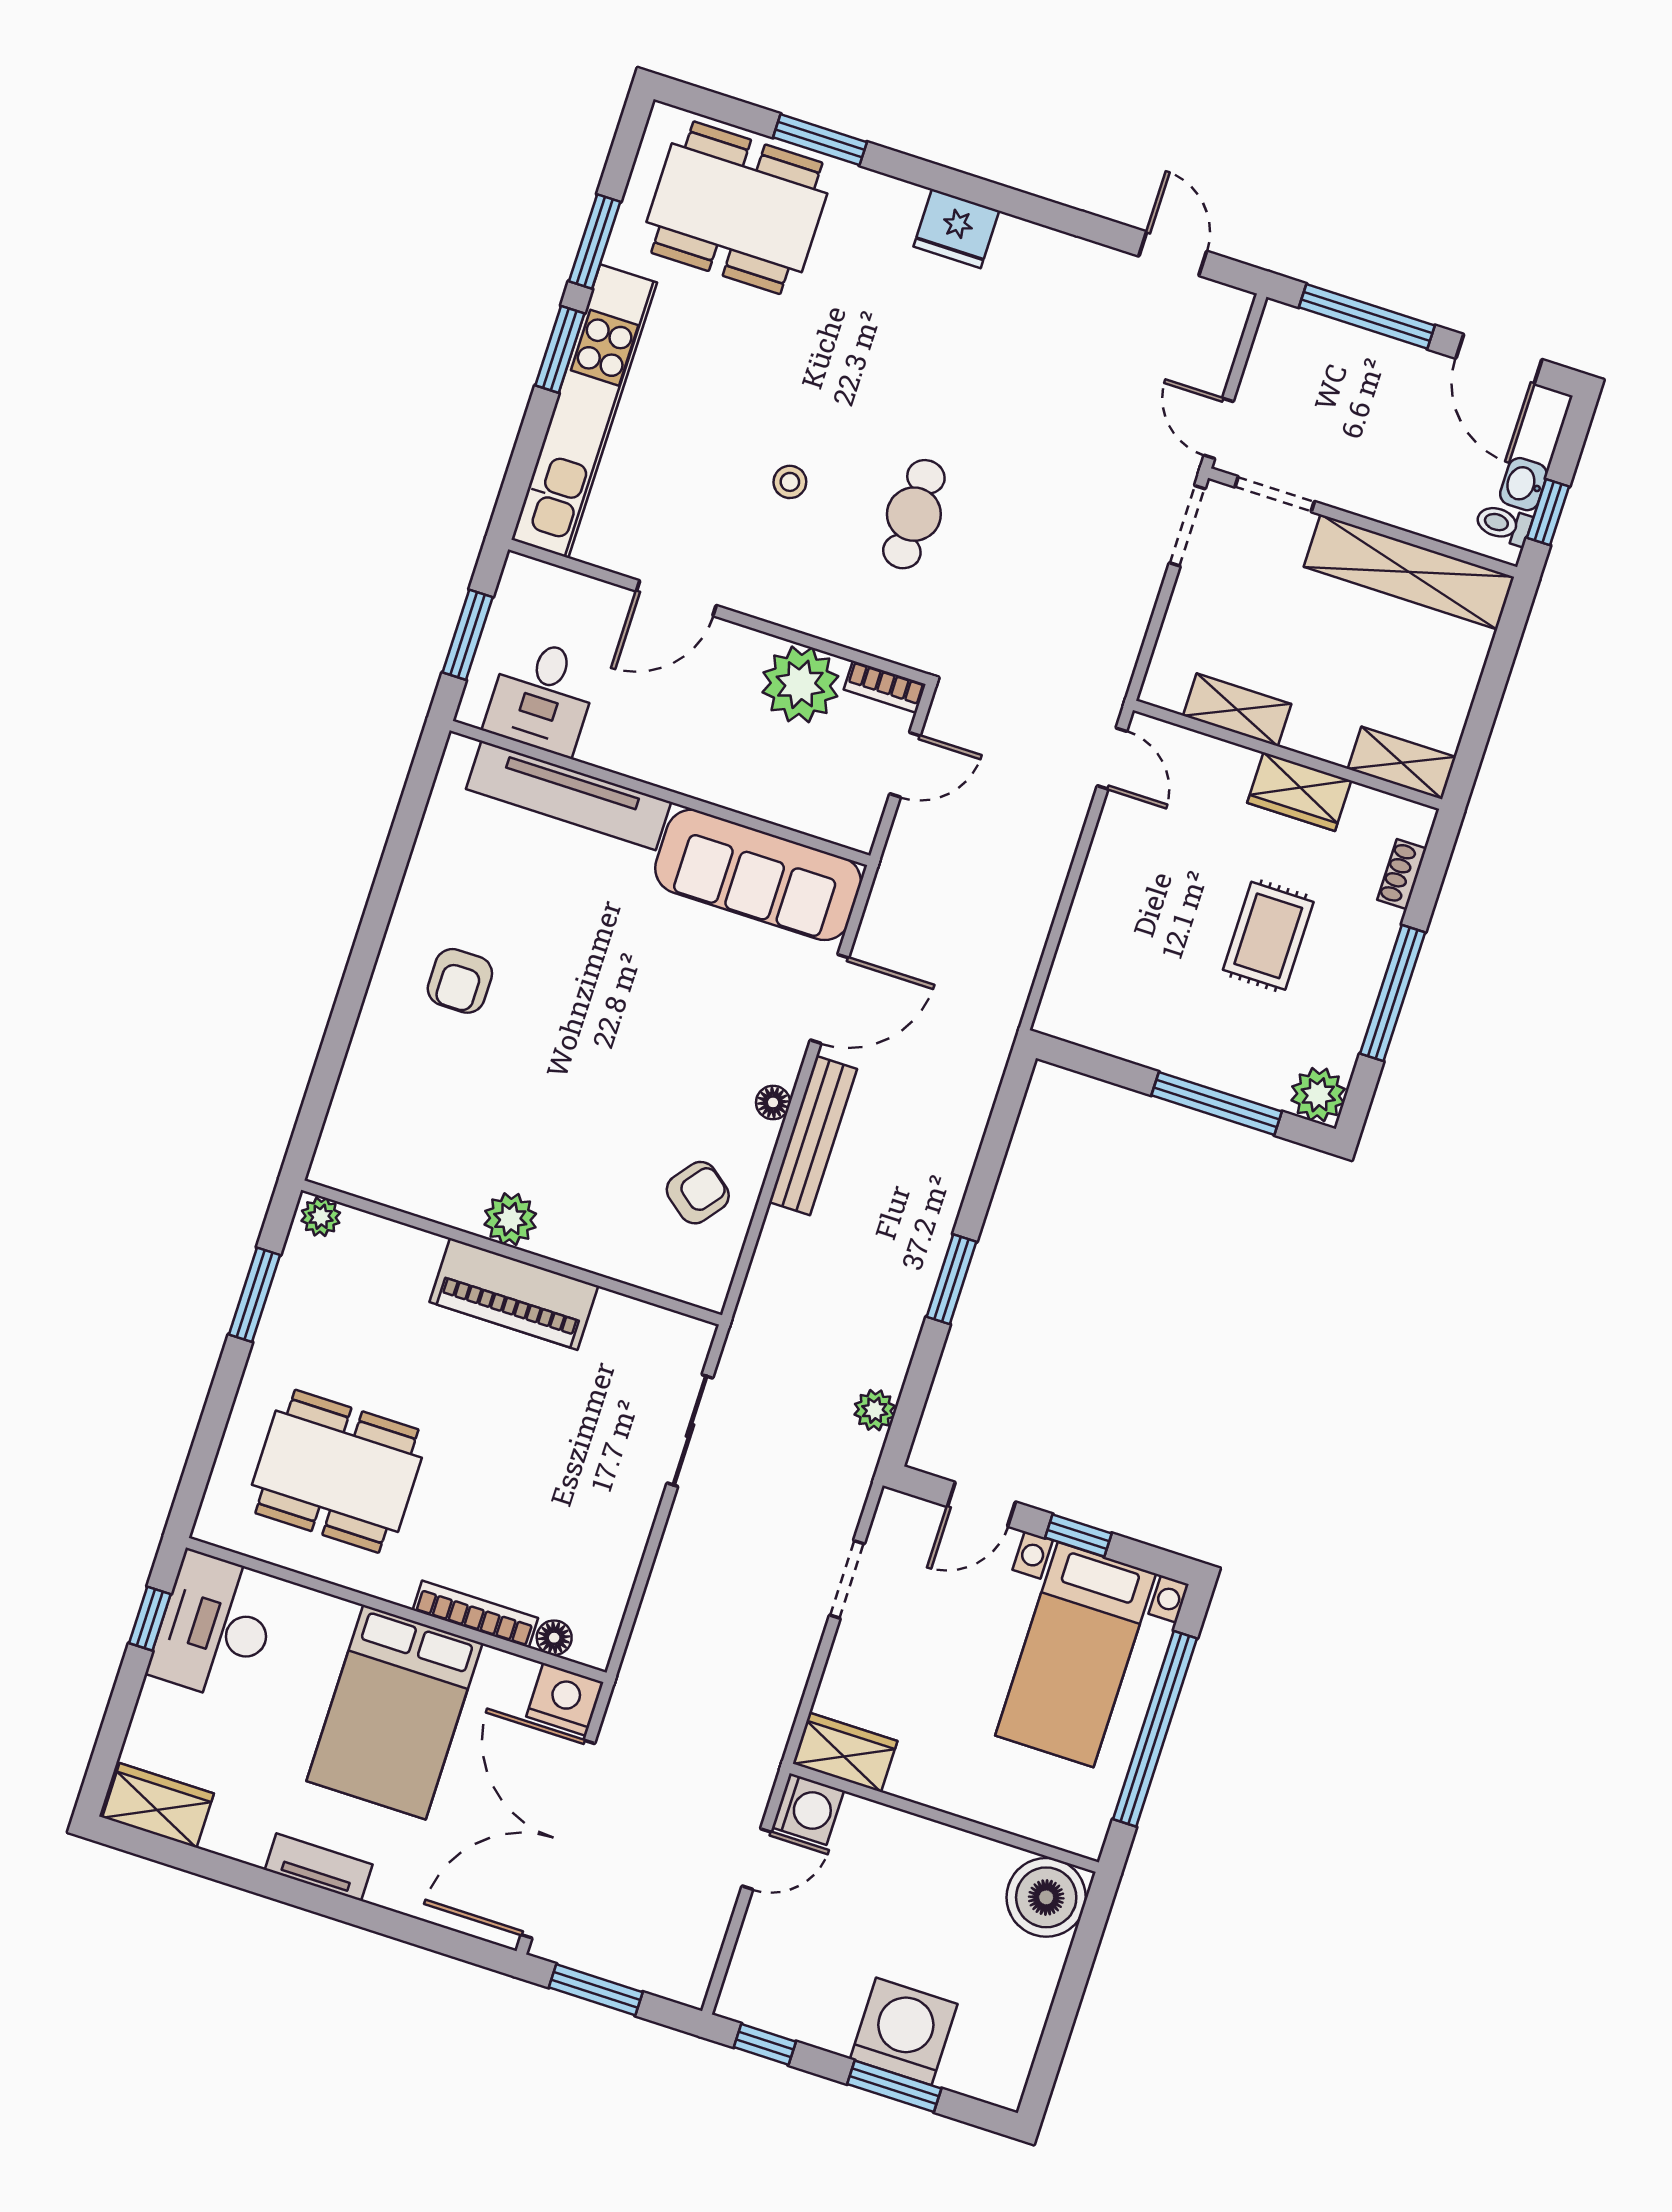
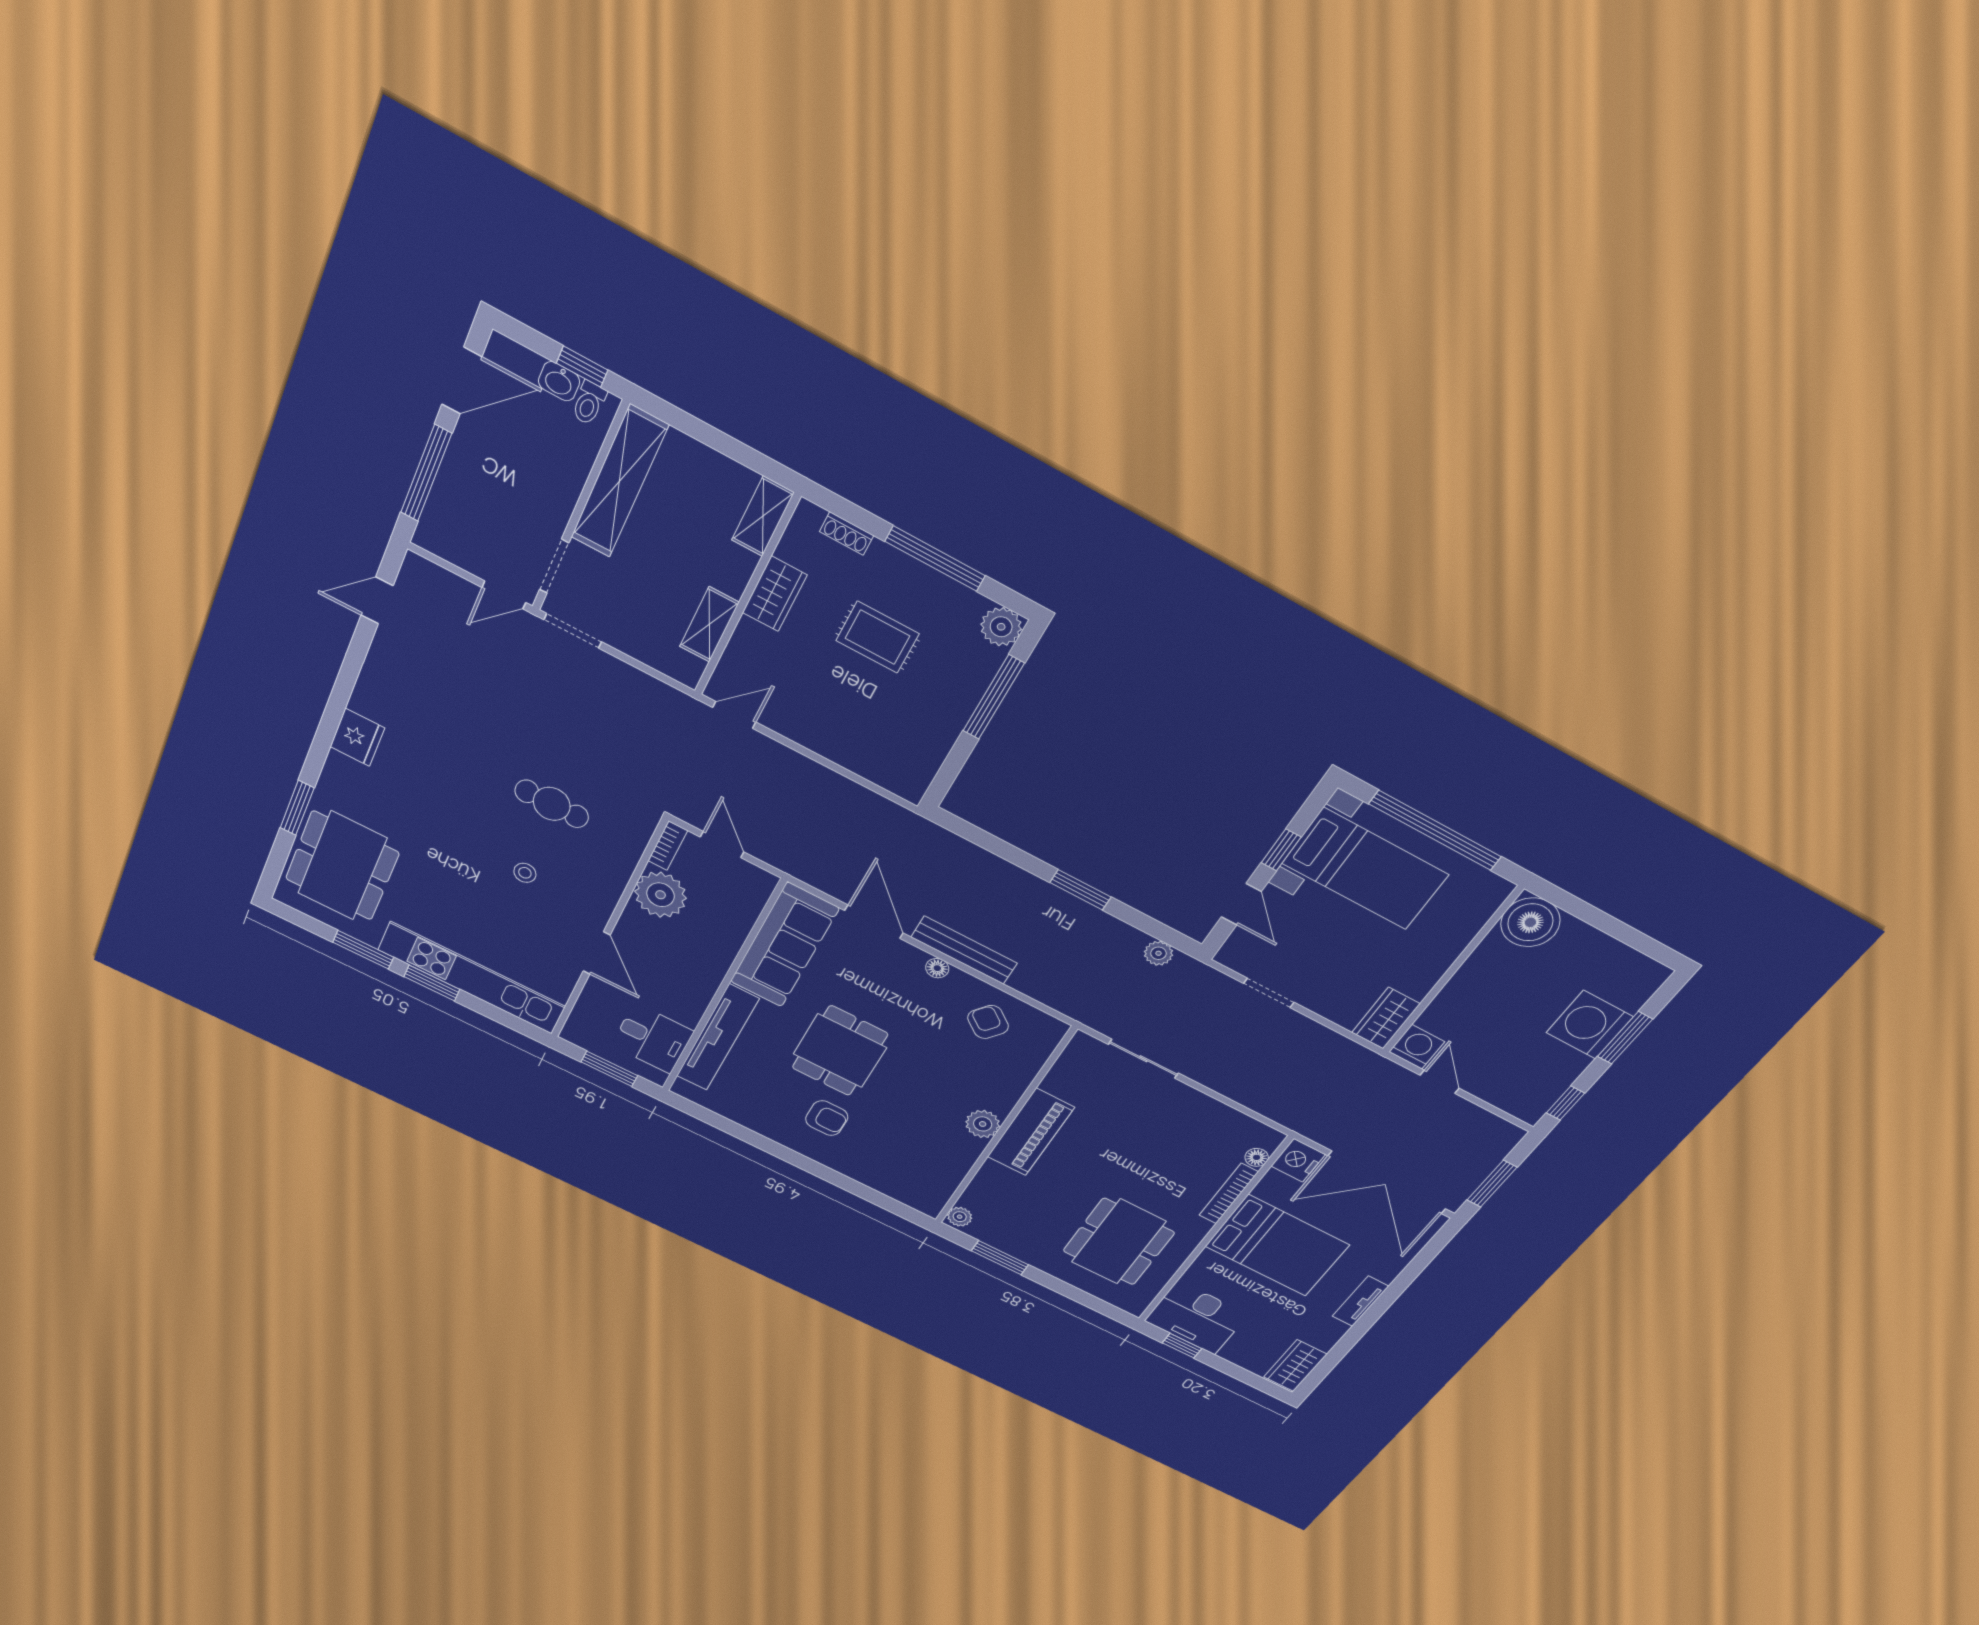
dining table: (591, 983) -> (840, 1051), added

